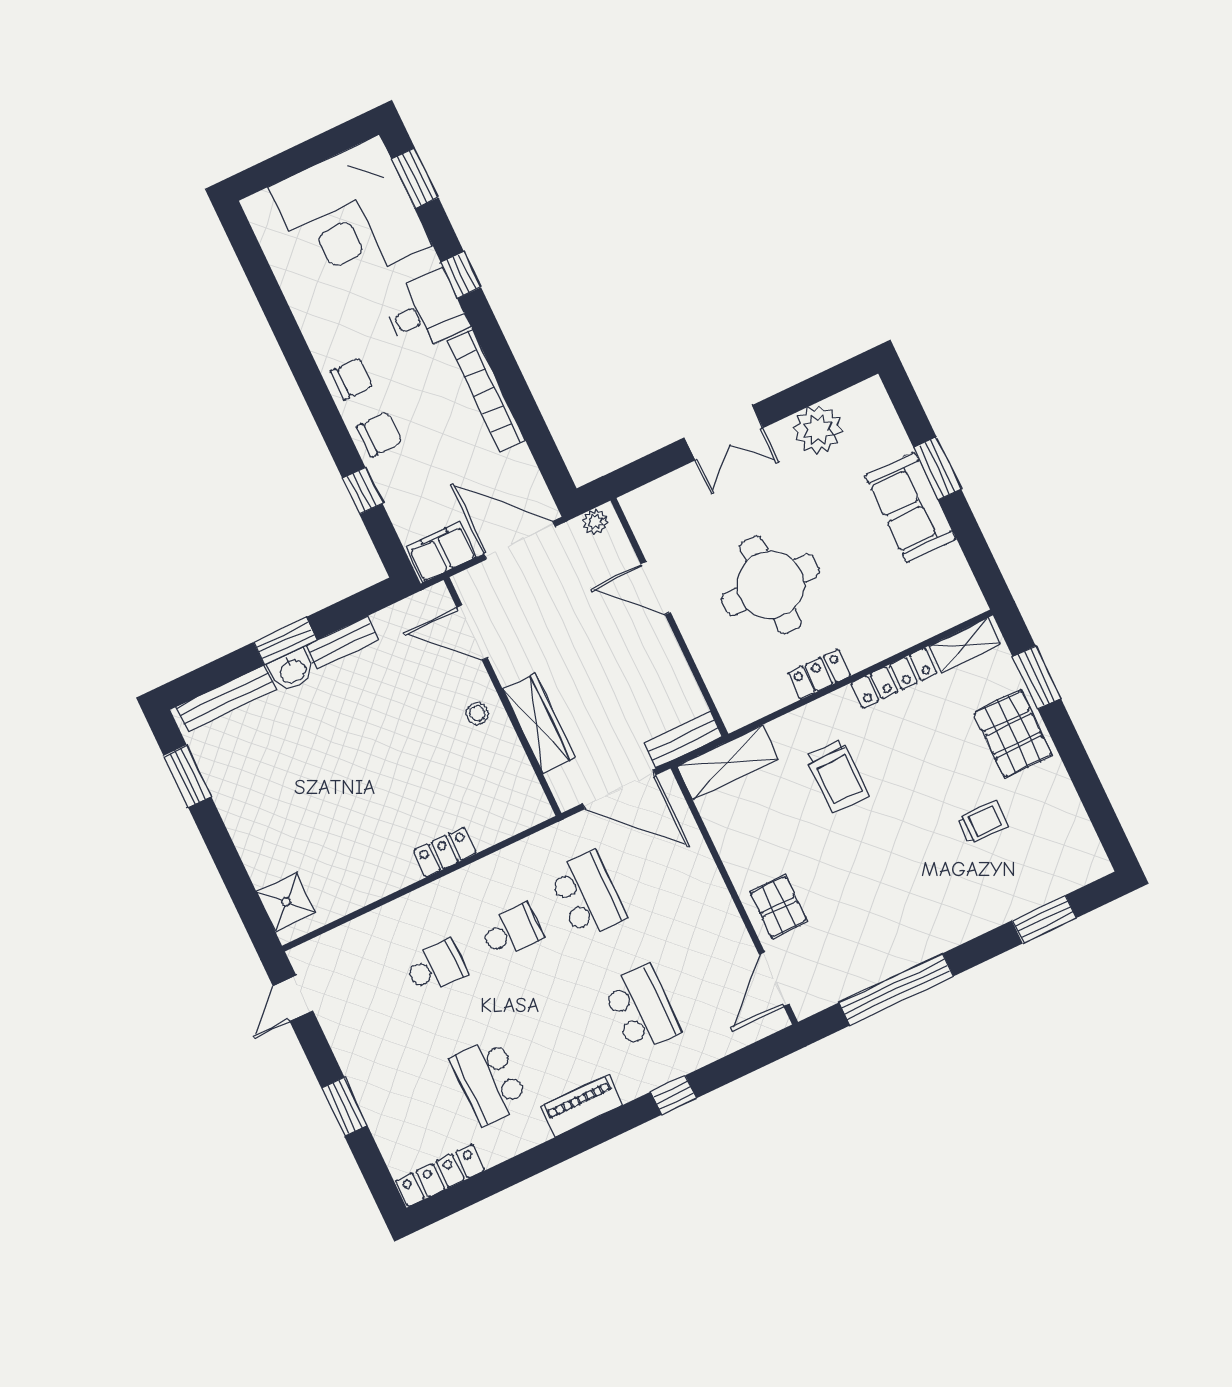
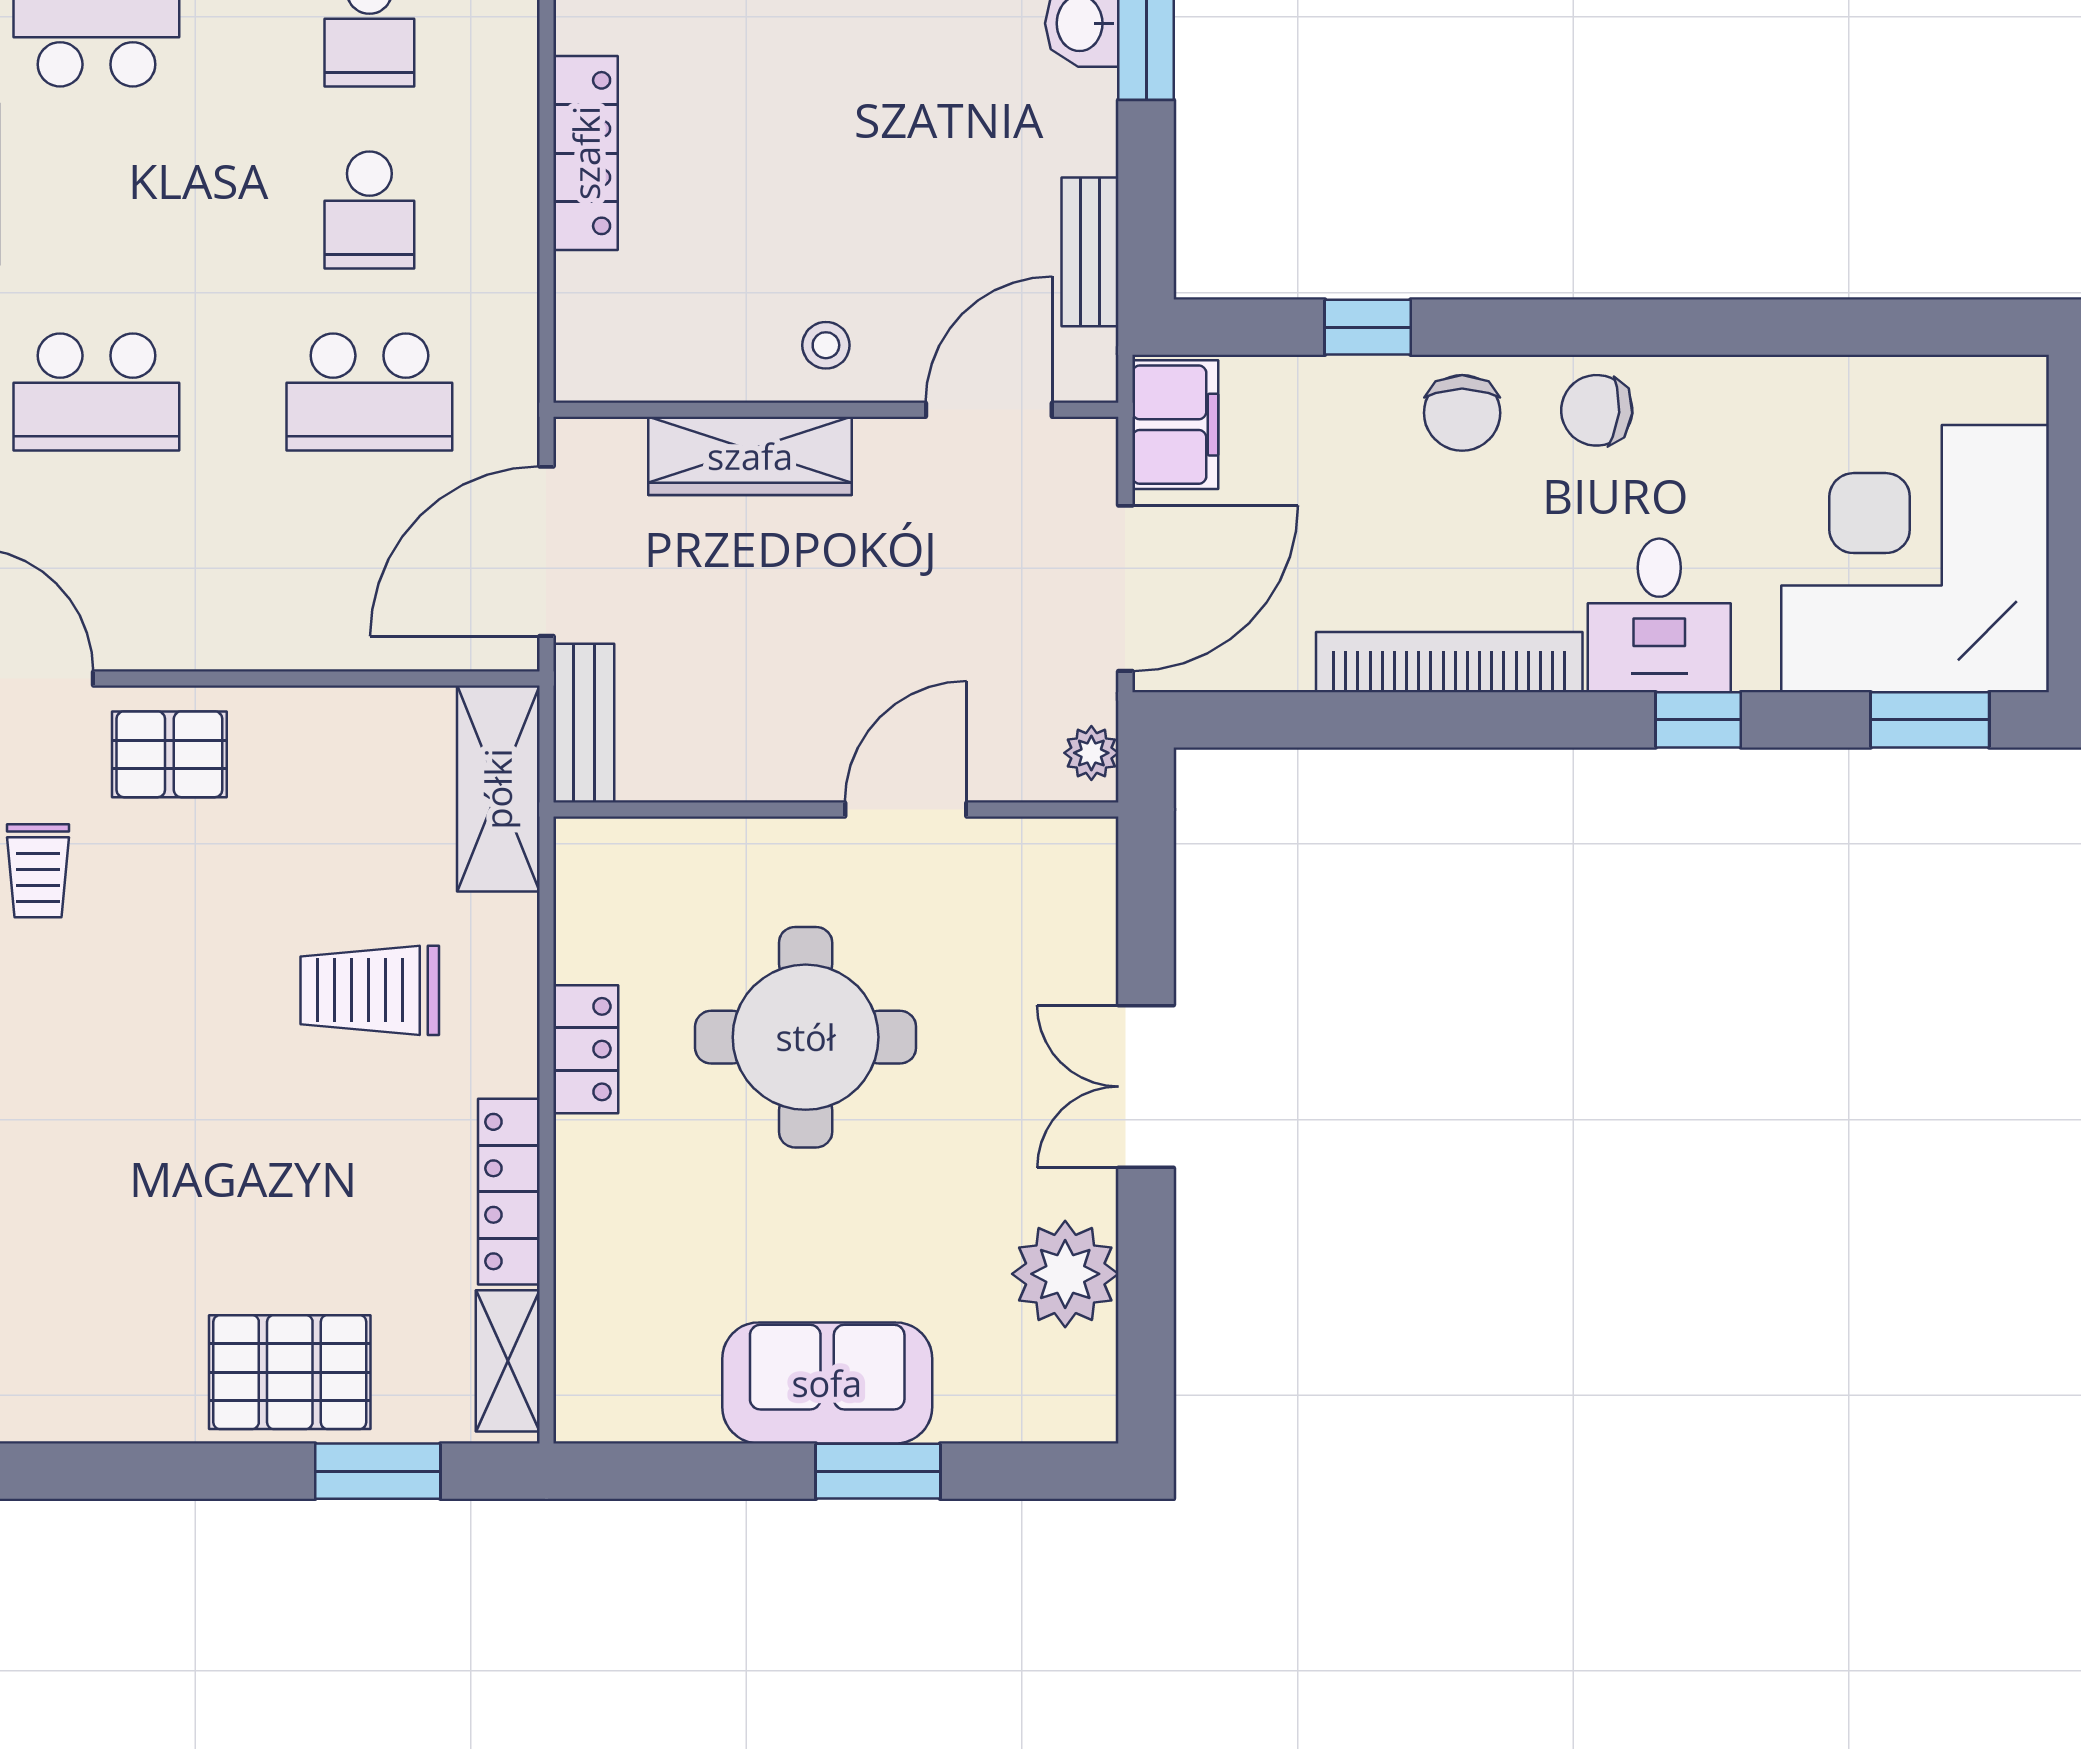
chair: (352, 379) -> (1597, 410), turned 95
bench: (342, 643) -> (1090, 252), moved
trolley: (982, 822) -> (38, 871), moved
locker: (445, 852) -> (586, 153), width x1.53

